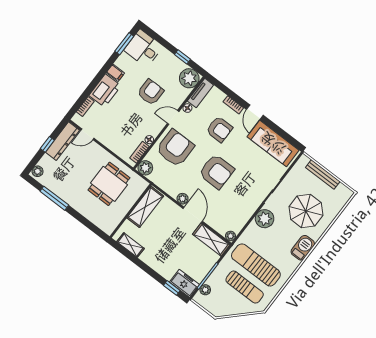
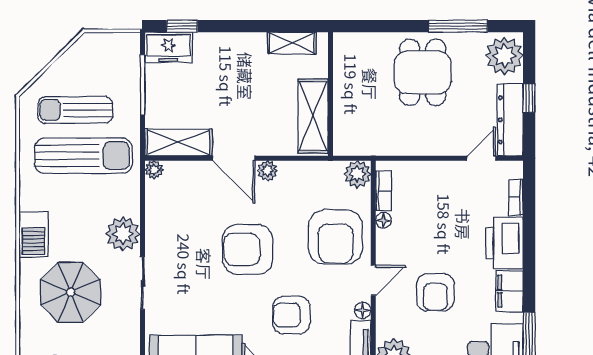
filing cabinet: (115, 73) -> (509, 291), width x2.00
plant: (38, 171) -> (504, 56), width x1.88, depth x1.88
dining table: (109, 184) -> (423, 72), moved
plant: (205, 290) -> (130, 61), removed

